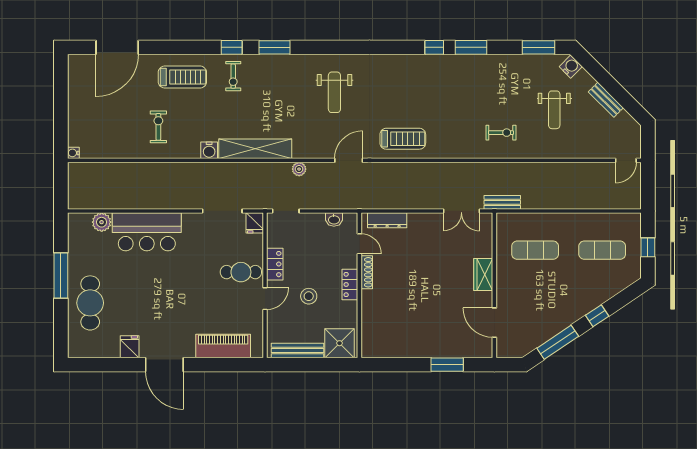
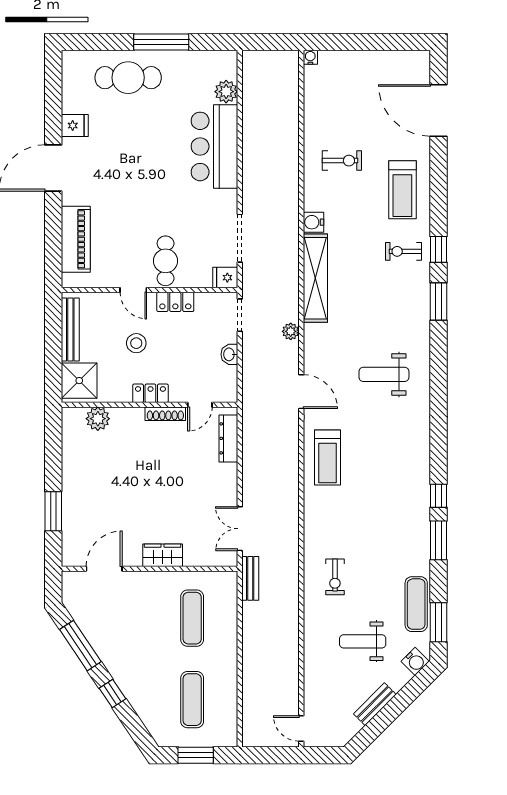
exercise mat: (524, 66) -> (416, 604), added
washbasin: (334, 219) -> (229, 354), moved
window: (648, 247) -> (196, 755), width x1.50
plant: (371, 328) -> (98, 419), added

